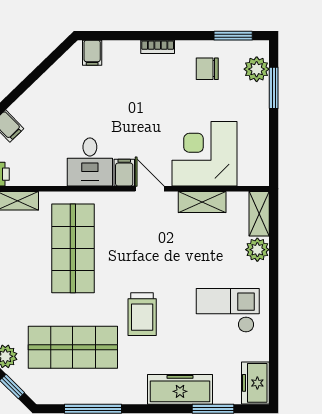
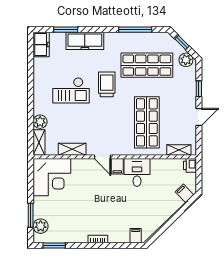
chair: (207, 69) -> (69, 226), removed
corner desk: (205, 154) -> (52, 177), moved
checkout: (228, 310) -> (71, 90), moved

